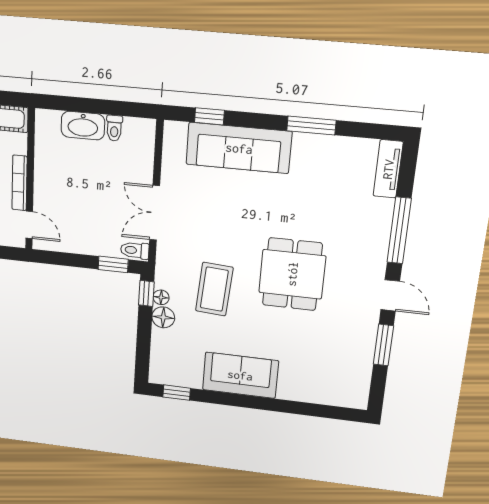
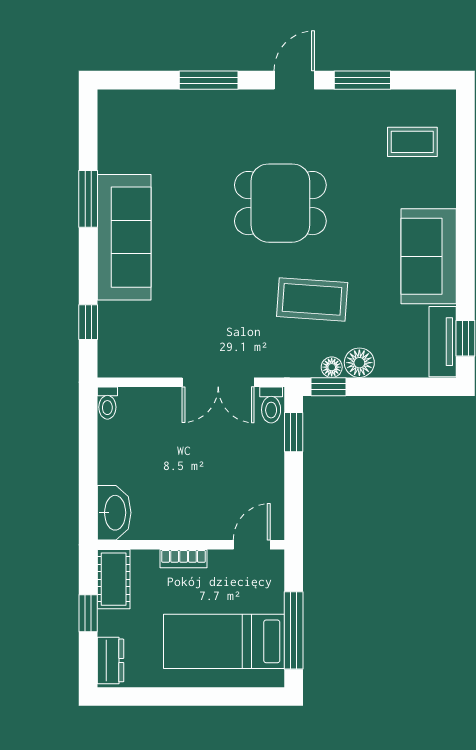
washbasin: (83, 126) -> (114, 513), moved
toilet: (114, 128) -> (107, 403), moved, turned 90
sofa: (239, 148) -> (124, 237), moved
tv unit: (388, 169) -> (443, 342), moved, turned 90
bookcase: (19, 183) -> (184, 559), width x0.64
window: (399, 231) -> (209, 80), width x0.69
coffee table: (330, 375) -> (412, 142), added

